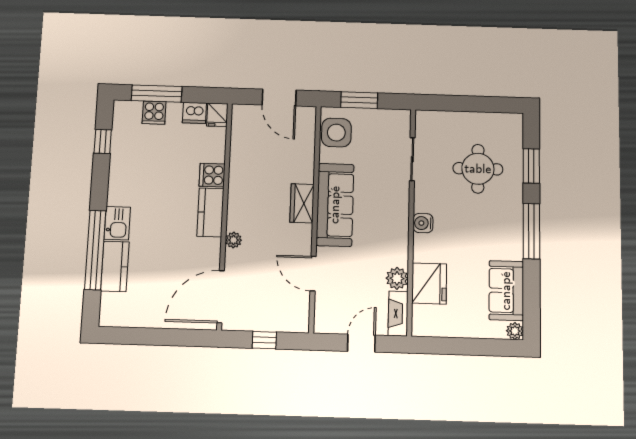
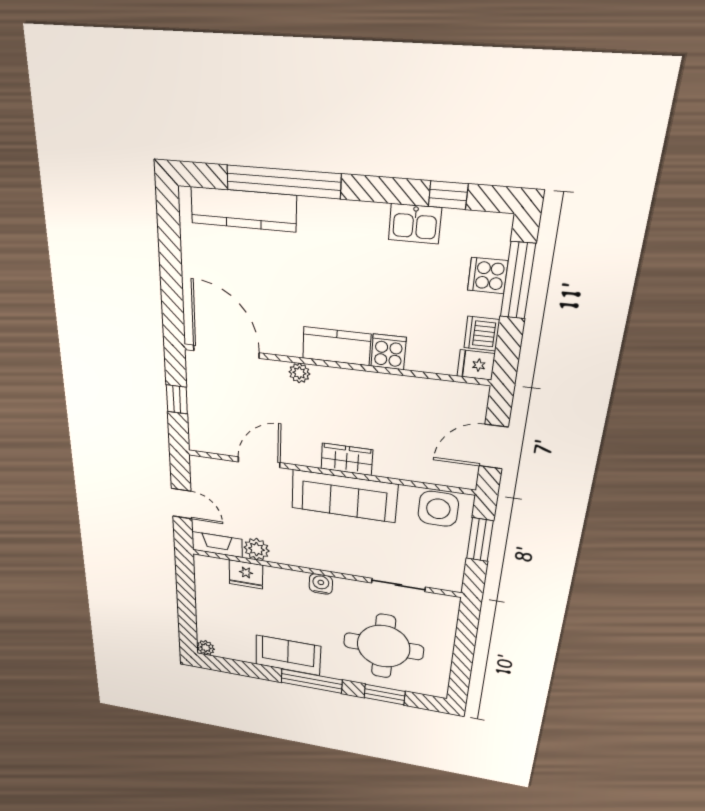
round table: (478, 169) -> (384, 646), width x1.36, depth x1.36
kitchen sink: (117, 223) -> (415, 224), moved
kitchen counter: (115, 266) -> (243, 209), width x1.50
fridge: (429, 283) -> (246, 574), width x0.73, depth x0.75
sofa: (506, 291) -> (288, 655), moved

